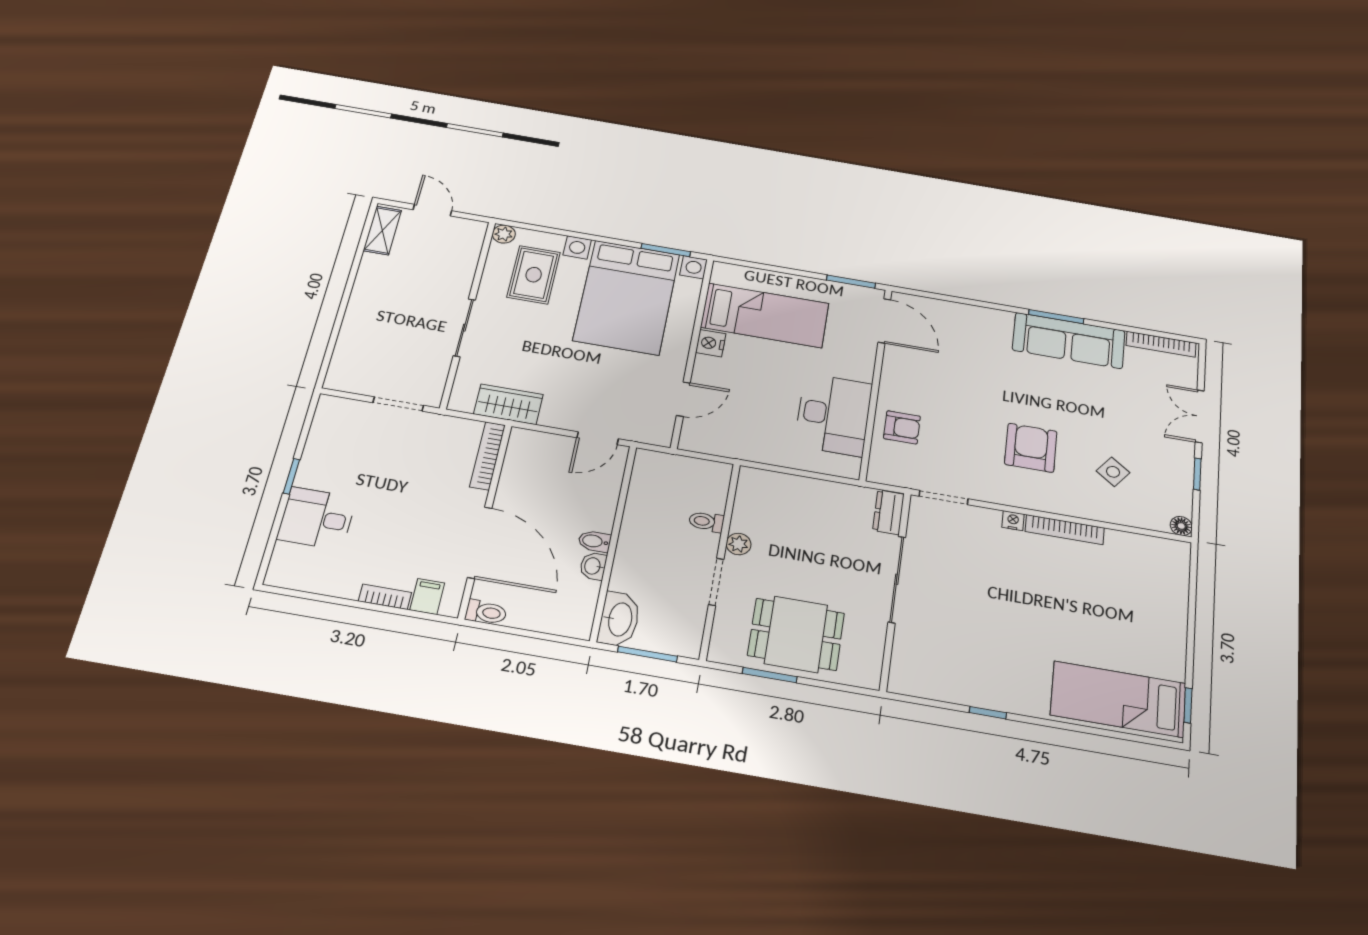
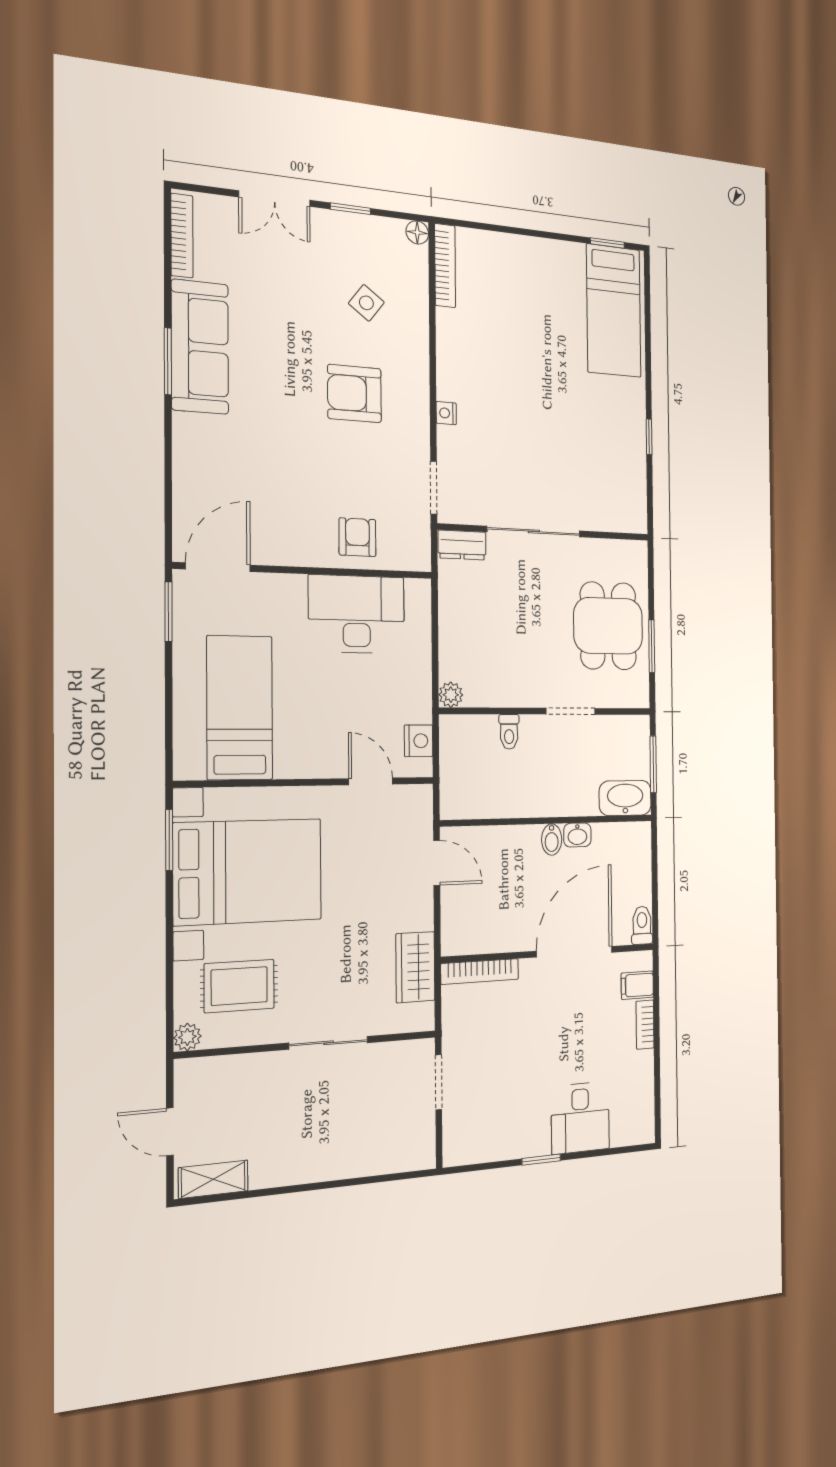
door: (432, 210) -> (170, 1132), hinge flipped
nightstand: (711, 343) -> (419, 741), moved, turned -90
bookcase: (1065, 530) -> (445, 266), moved
plant: (739, 544) -> (451, 695), moved

